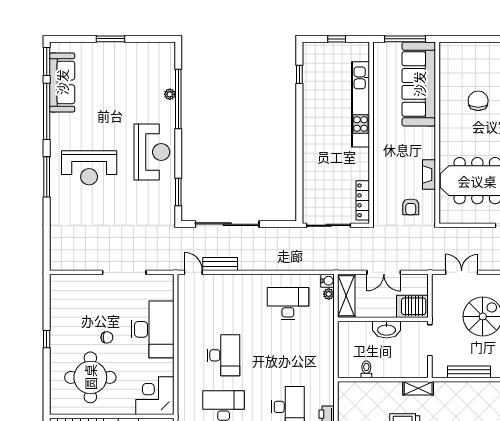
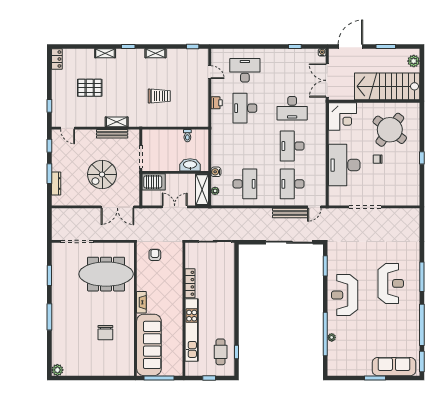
cafe table: (321, 75) -> (221, 352), added
sofa: (62, 82) -> (394, 367), moved, turned 90
reception desk: (89, 168) -> (391, 283), turned 90
fireplace: (429, 175) -> (141, 302), moved
locker: (363, 200) -> (190, 283), moved
bench: (220, 264) -> (290, 213), width x1.36
door: (193, 272) -> (314, 207), hinge flipped
double door: (462, 272) -> (117, 207), width x1.37
water cooler: (327, 281) -> (216, 172), moved
desk: (224, 304) -> (292, 184), added
desk: (288, 304) -> (245, 184), turned -90
washbasin: (387, 330) -> (190, 165), moved
round table: (90, 377) -> (390, 130), turned 37
shelving: (418, 388) -> (117, 122), moved

